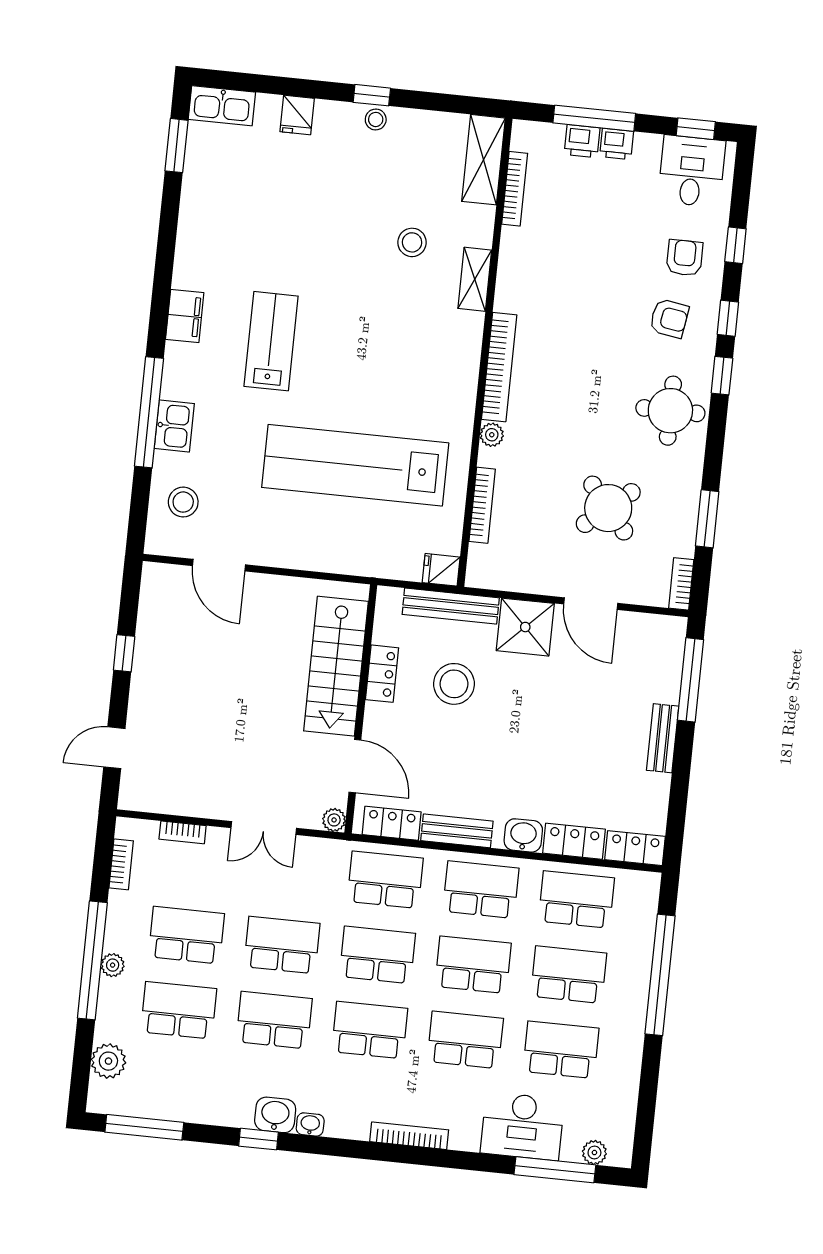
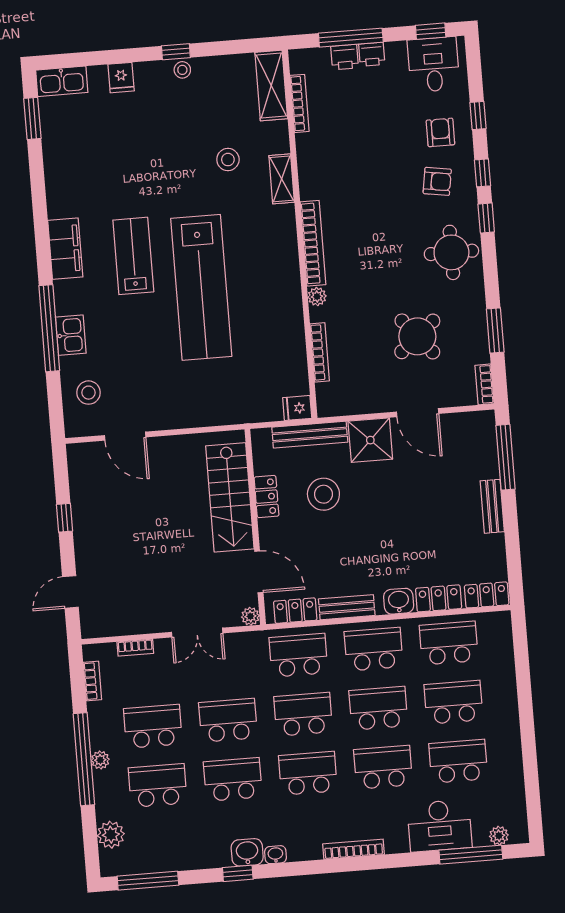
filing cabinet: (185, 316) -> (65, 249), width x1.50, depth x1.17
lab bench: (355, 465) -> (201, 287), moved, turned -90
window: (660, 975) -> (524, 689), removed

